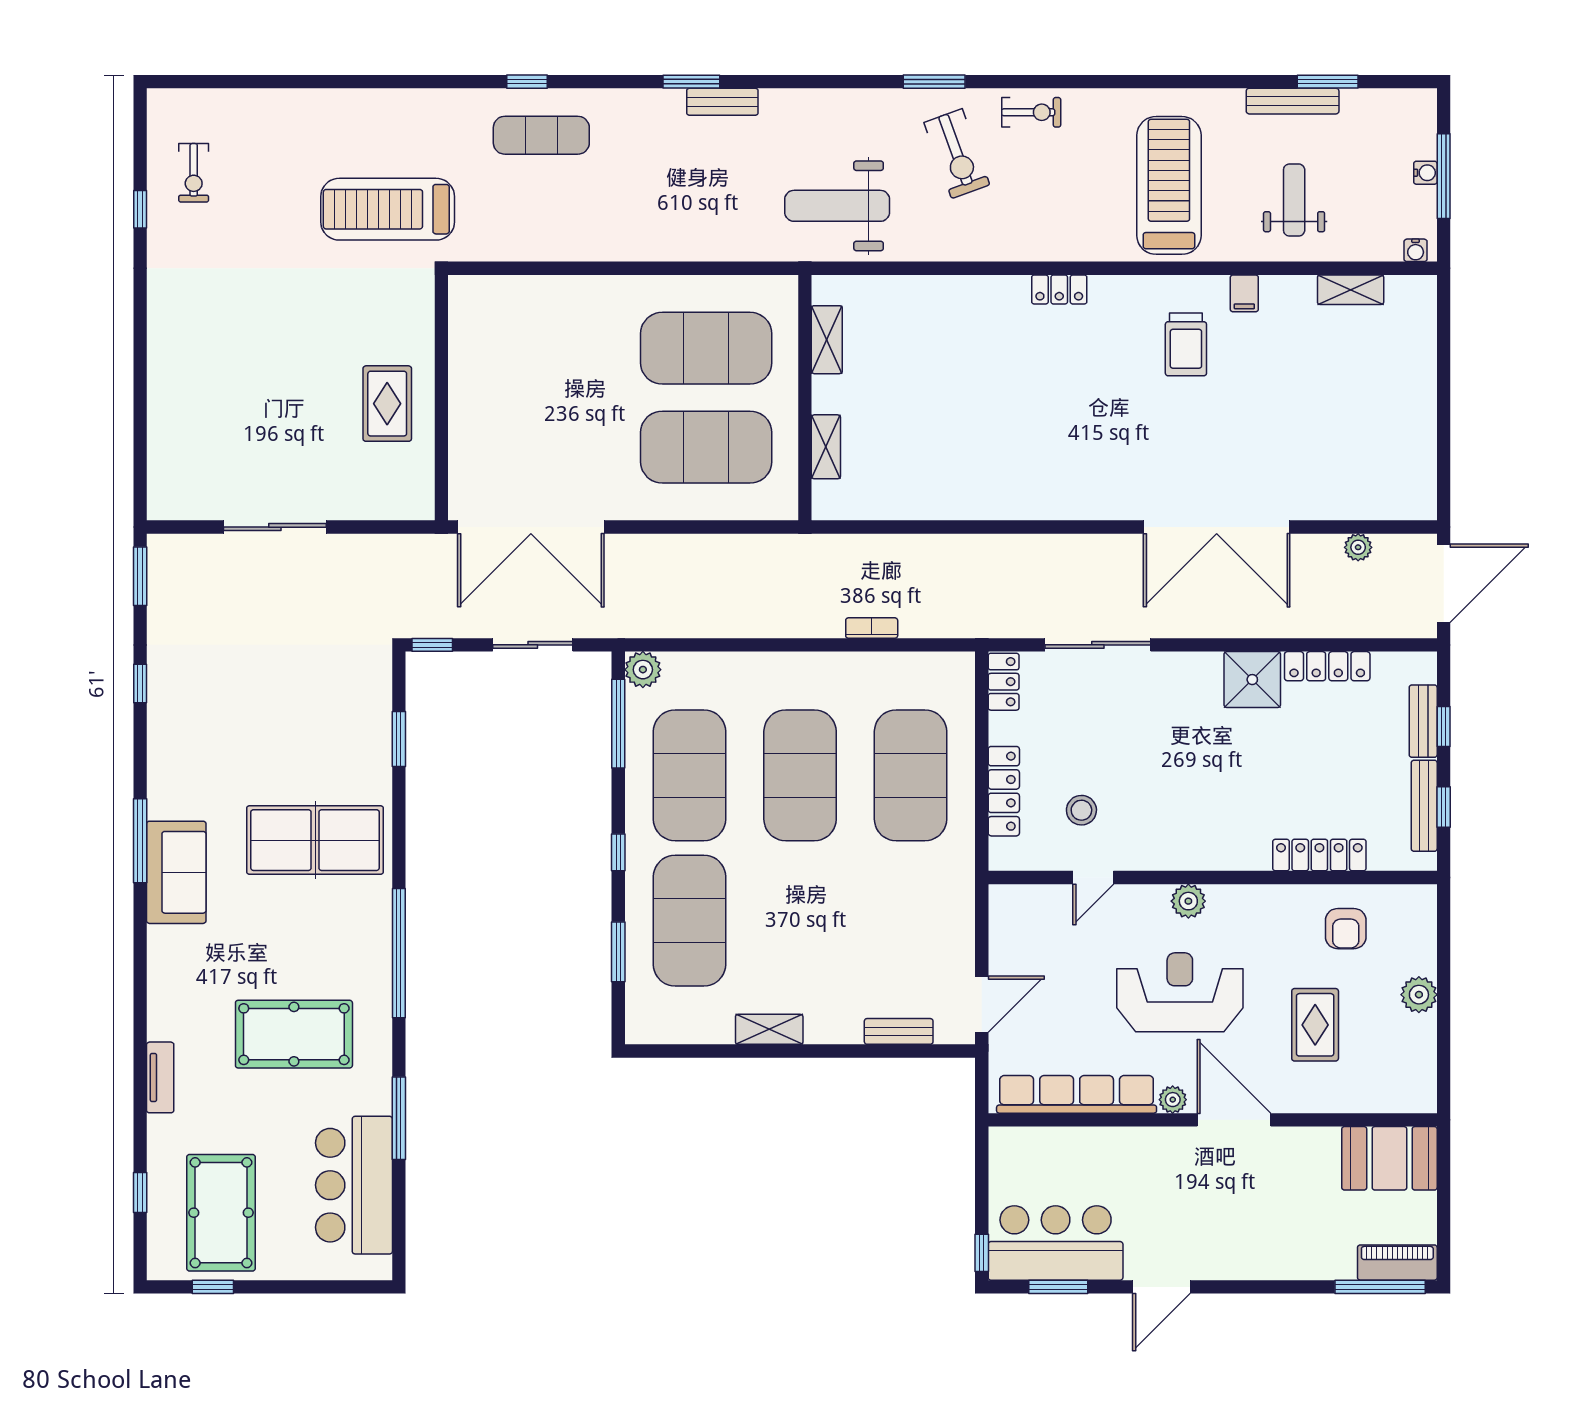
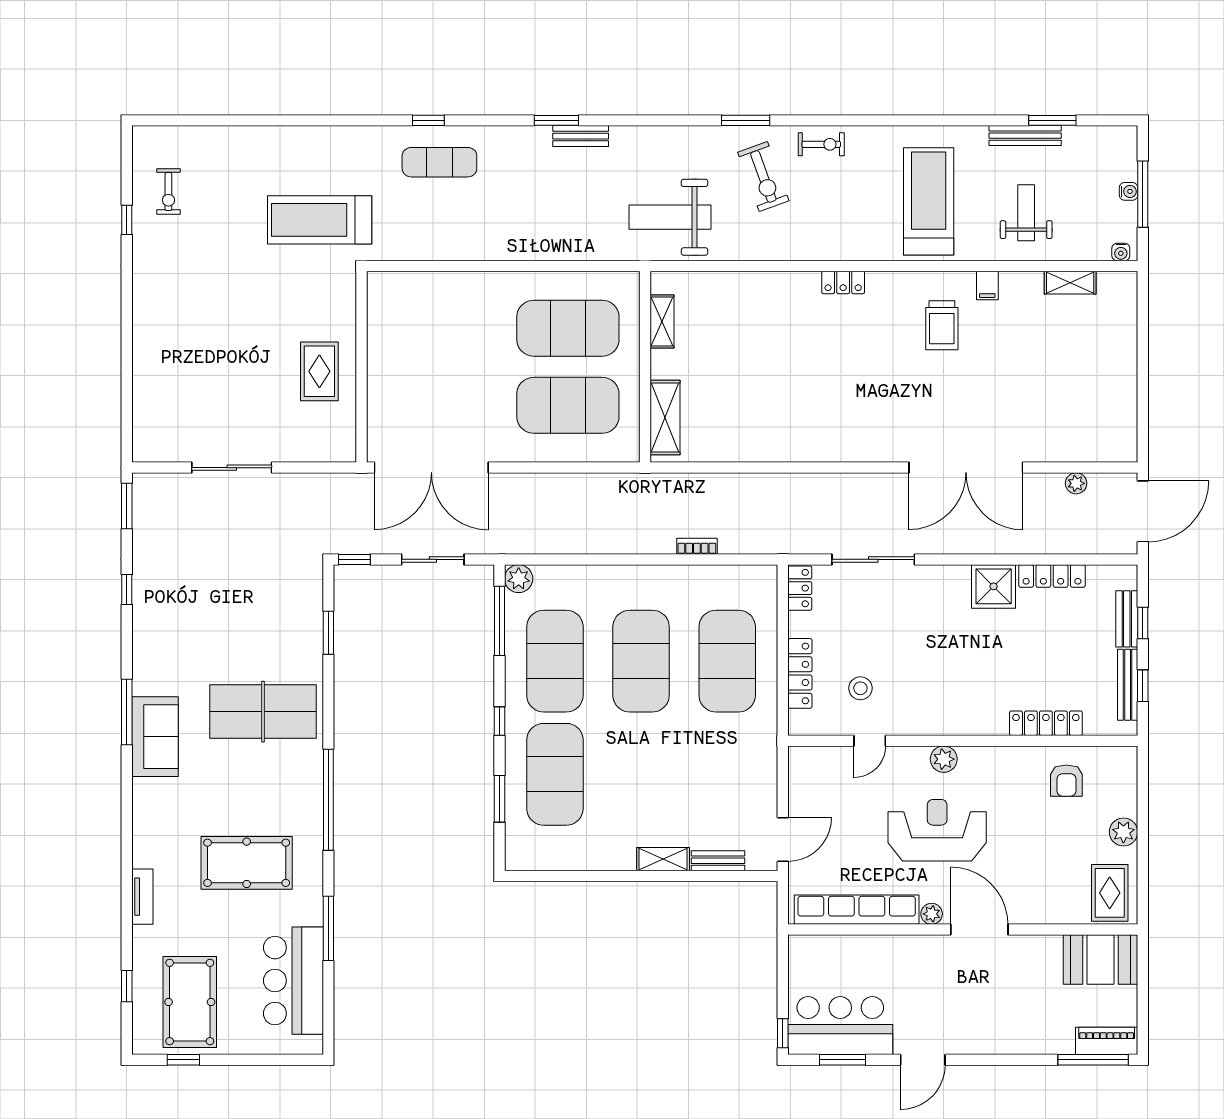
shelving: (826, 447) -> (665, 418), width x1.50, depth x1.33
rug: (1315, 1025) -> (1110, 893), moved
shelving: (769, 1029) -> (663, 859), moved

